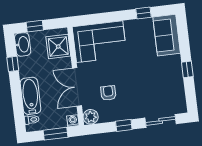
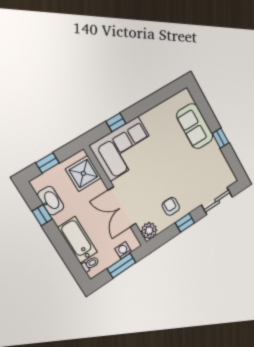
window: (143, 13) -> (116, 122), moved
sofa: (167, 35) -> (195, 126), moved
washbasin: (23, 44) -> (51, 201), moved
armchair: (108, 93) -> (171, 206), moved
washing machine: (73, 121) -> (123, 250), moved

